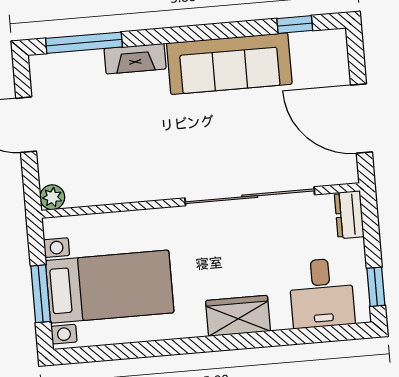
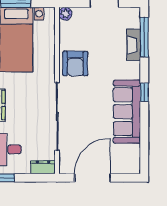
window: (295, 25) -> (144, 92), moved
fireplace: (135, 59) -> (134, 45), moved
armchair: (146, 170) -> (75, 64), added

